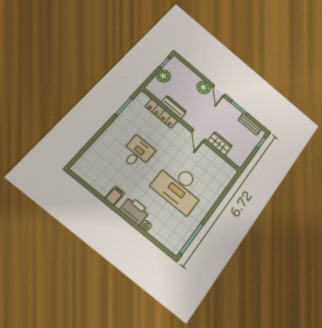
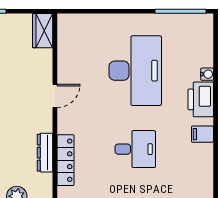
wardrobe: (220, 144) -> (43, 31), moved
desk: (137, 153) -> (135, 149), turned 180

